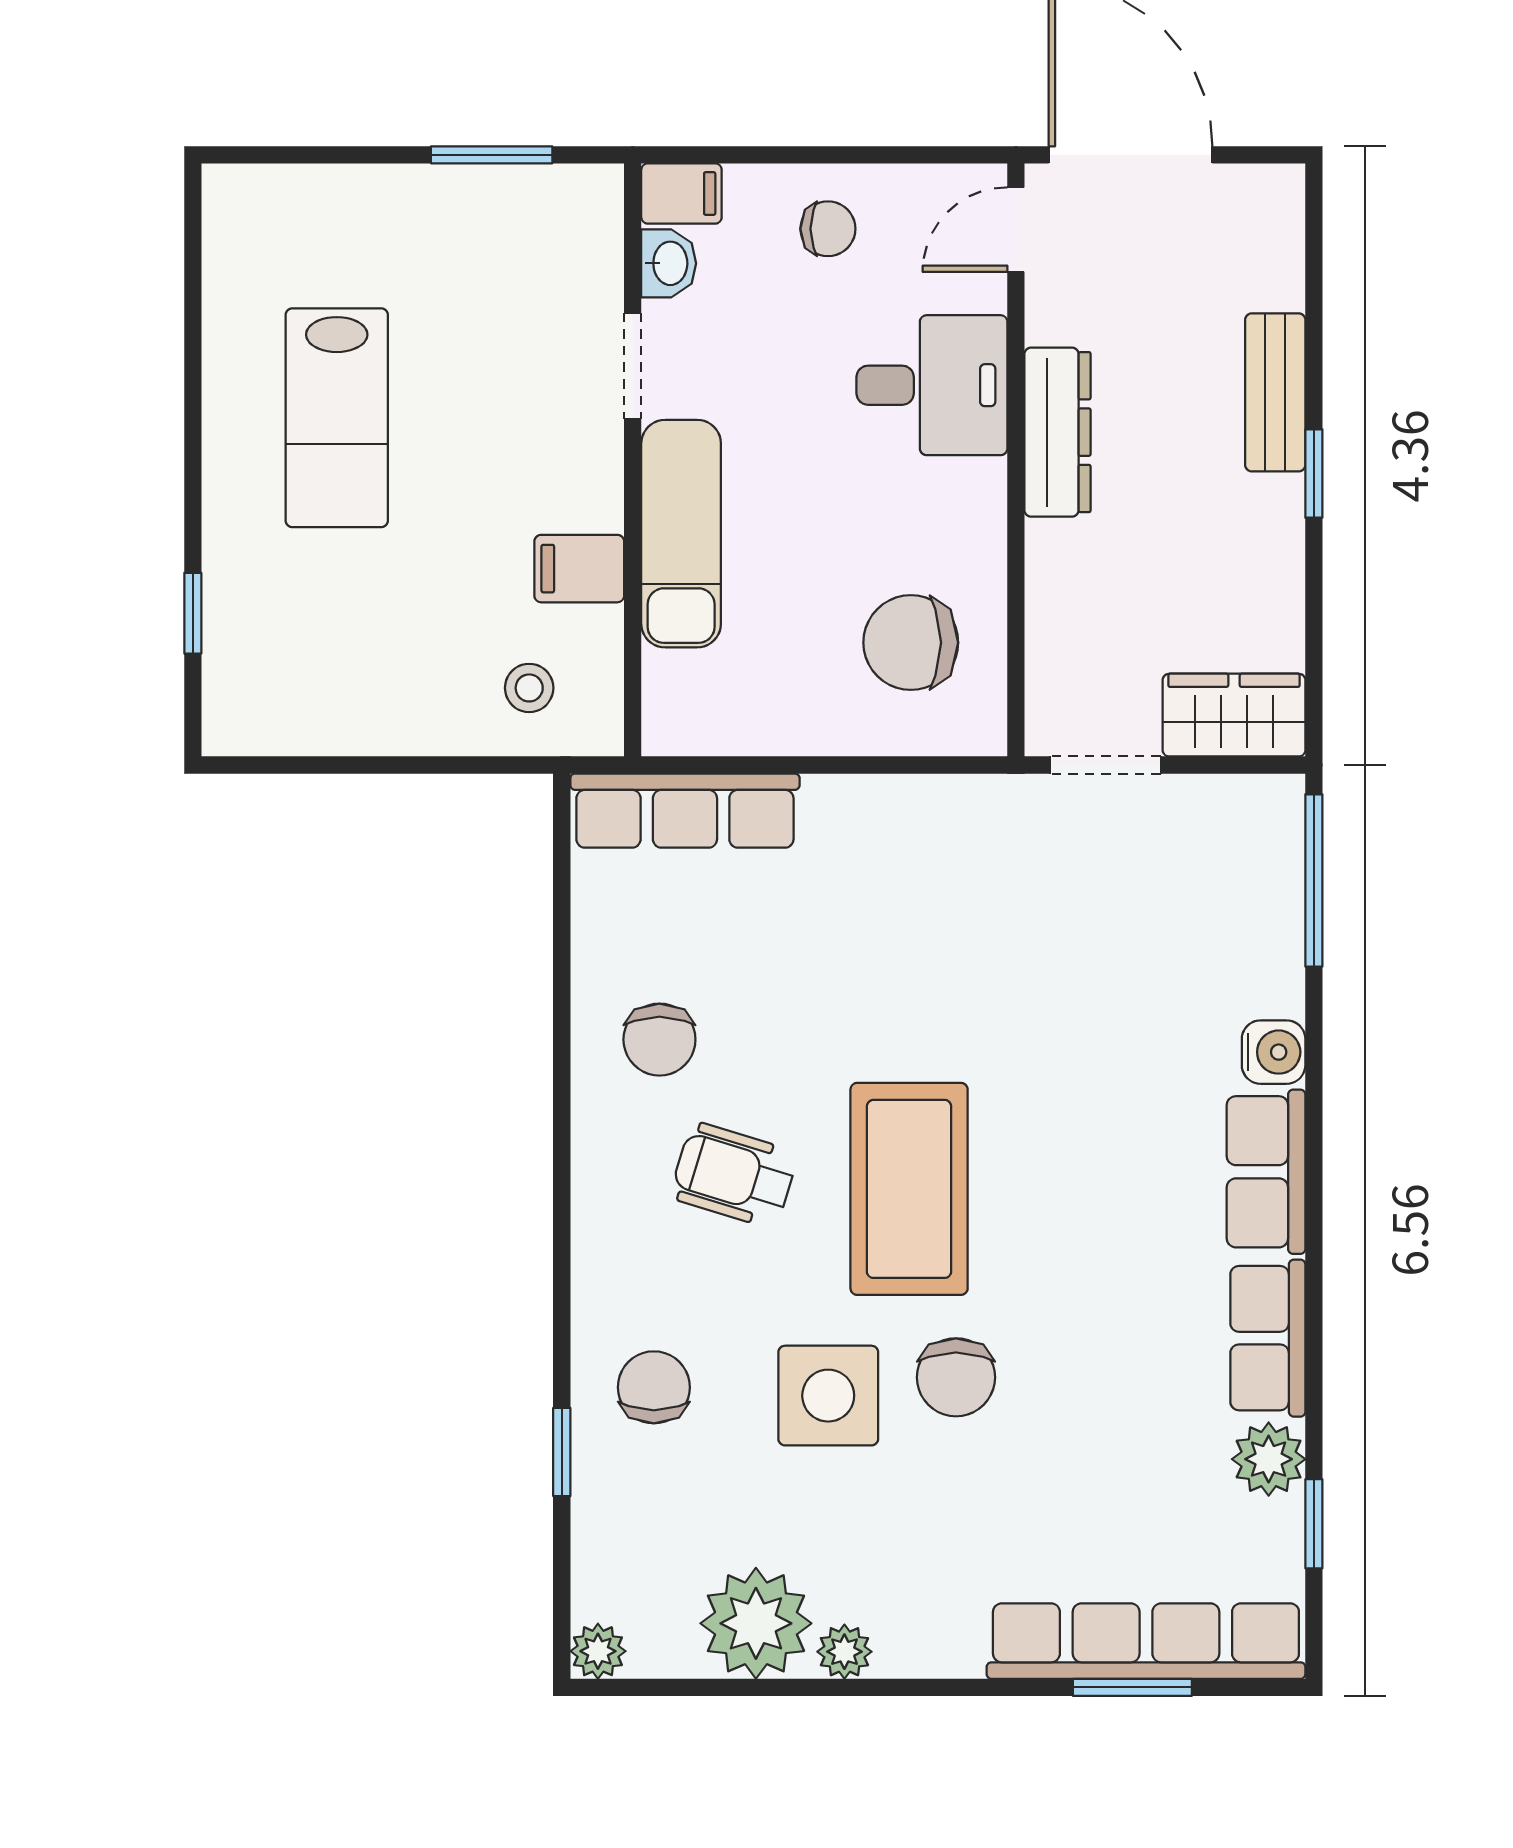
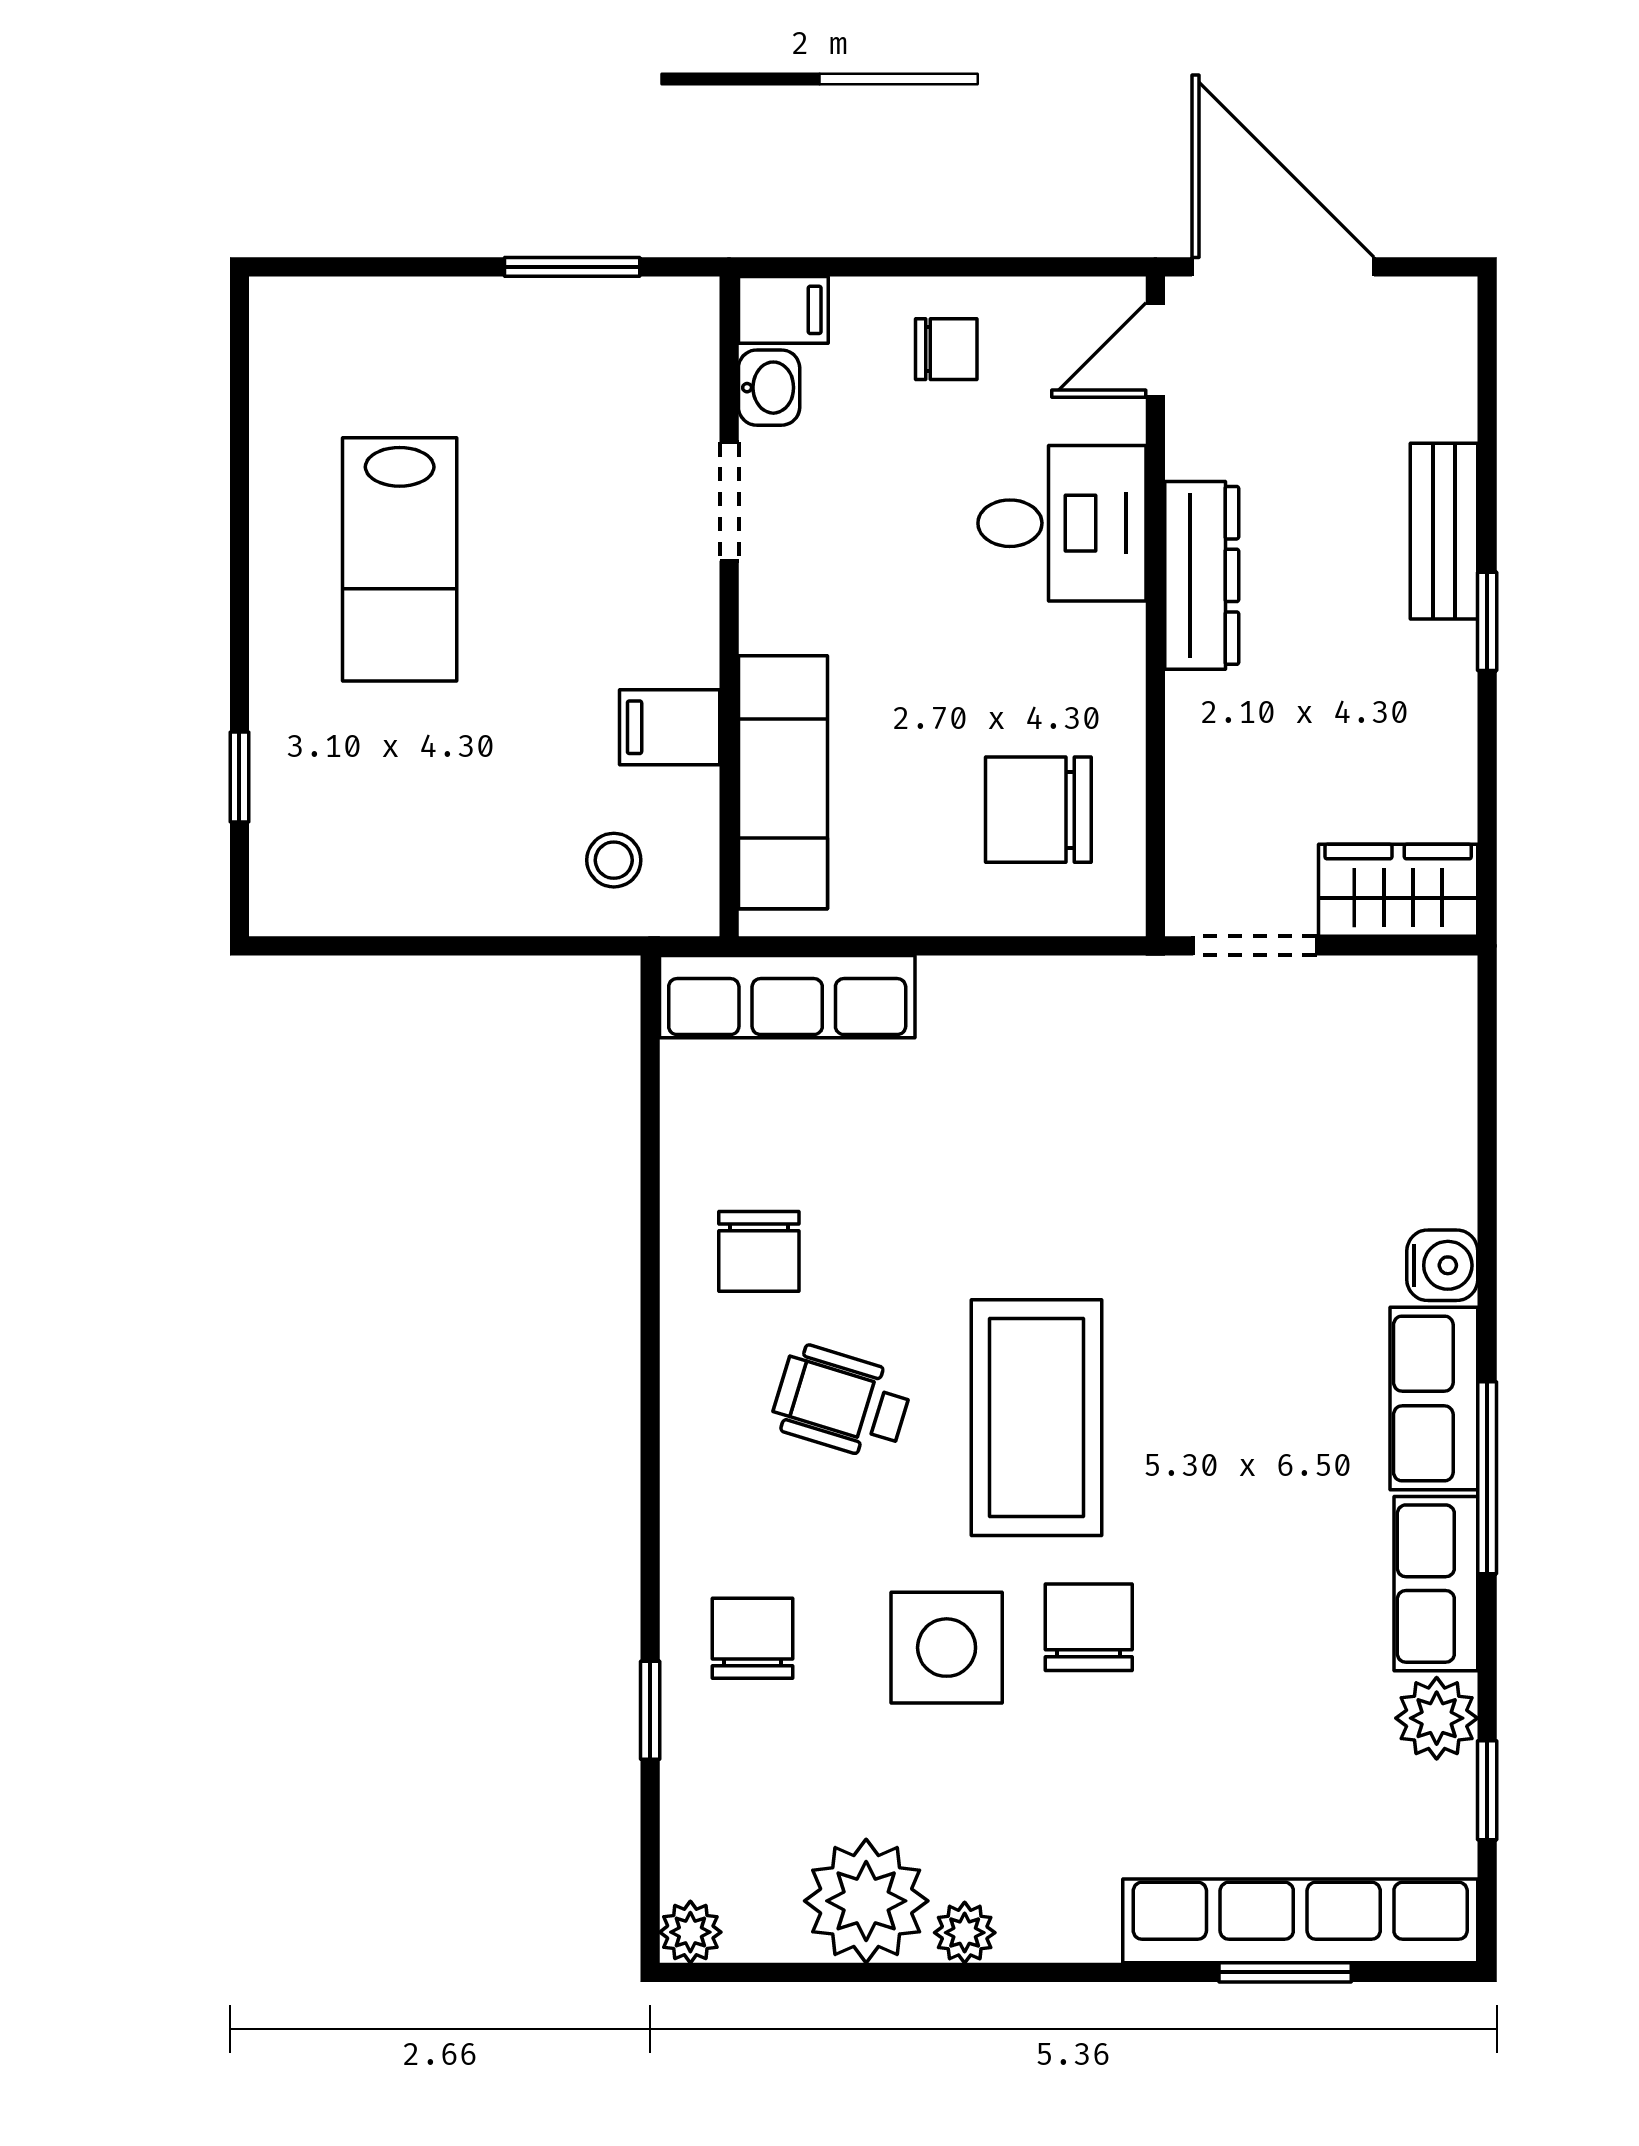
exam couch: (681, 534) -> (783, 782), moved
window: (1314, 880) -> (1487, 1478), moved
chair: (956, 1377) -> (1089, 1627), turned 180

